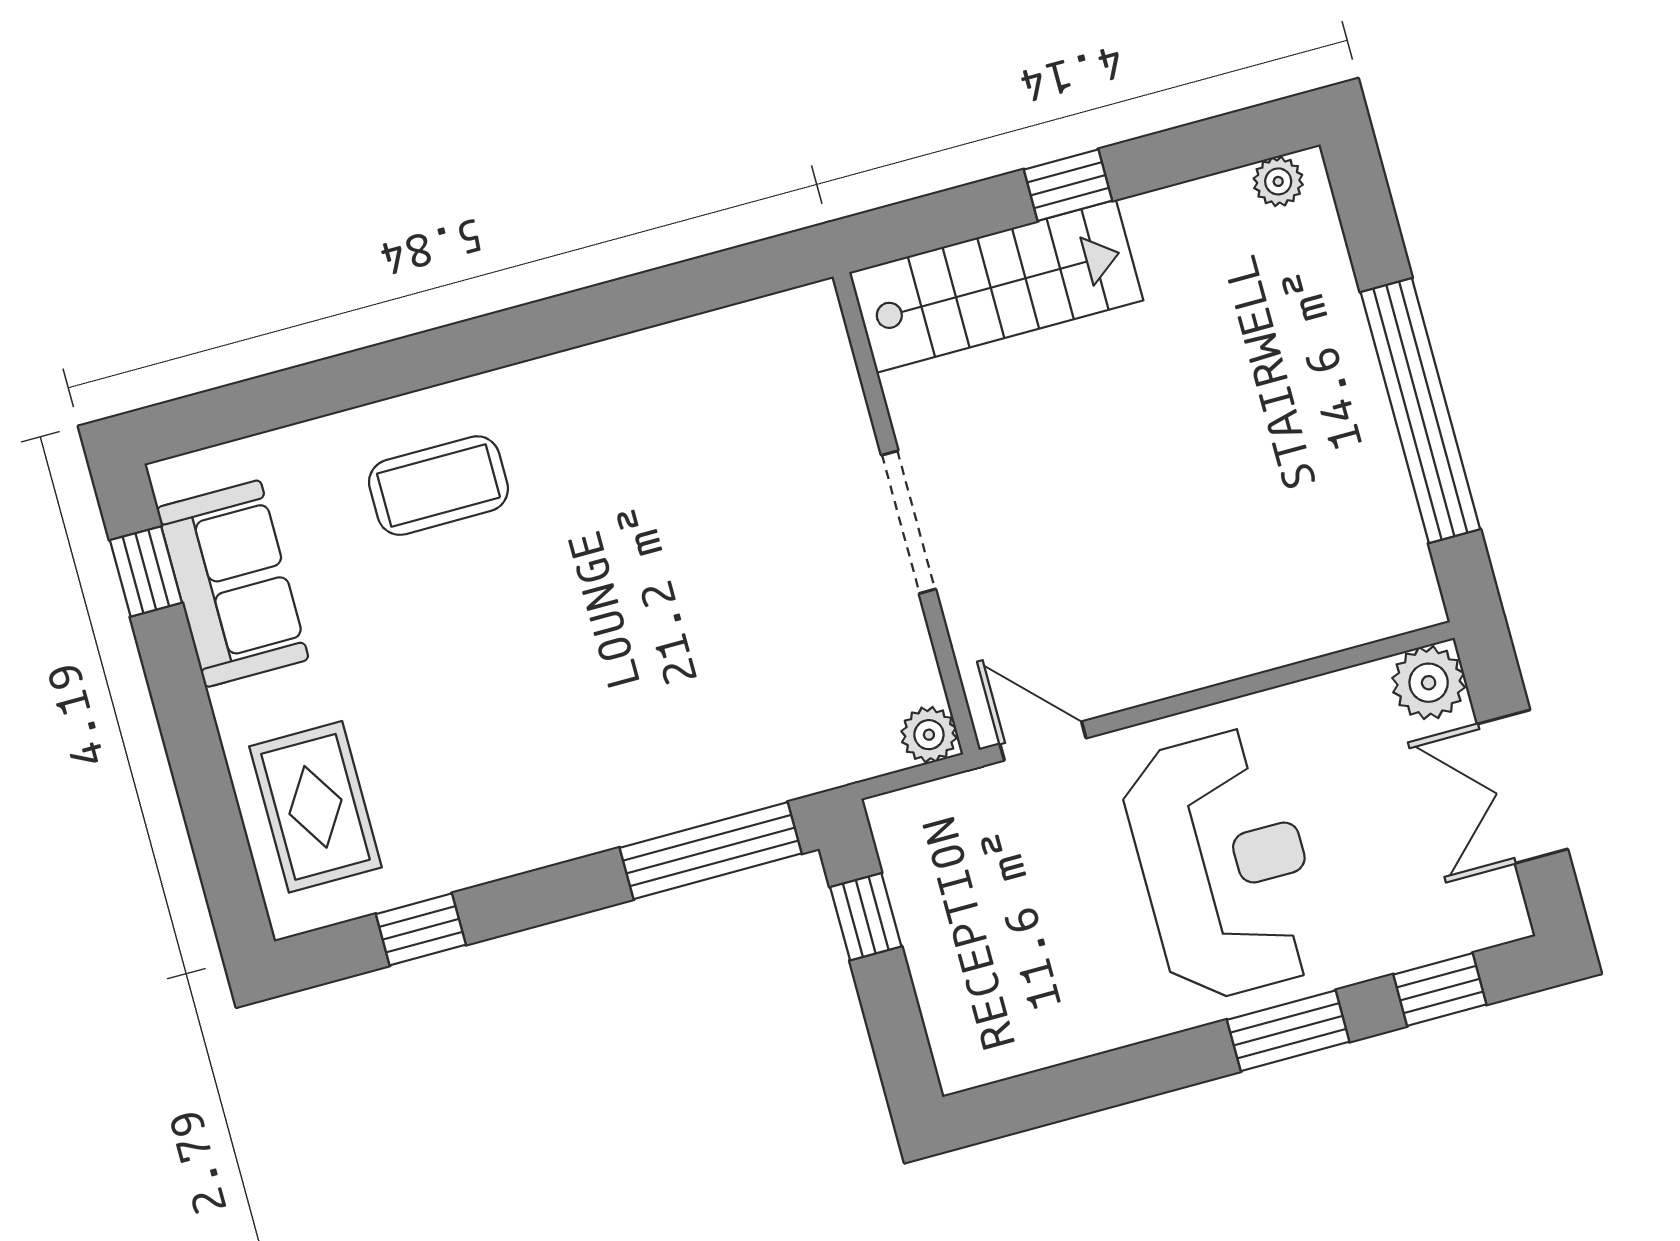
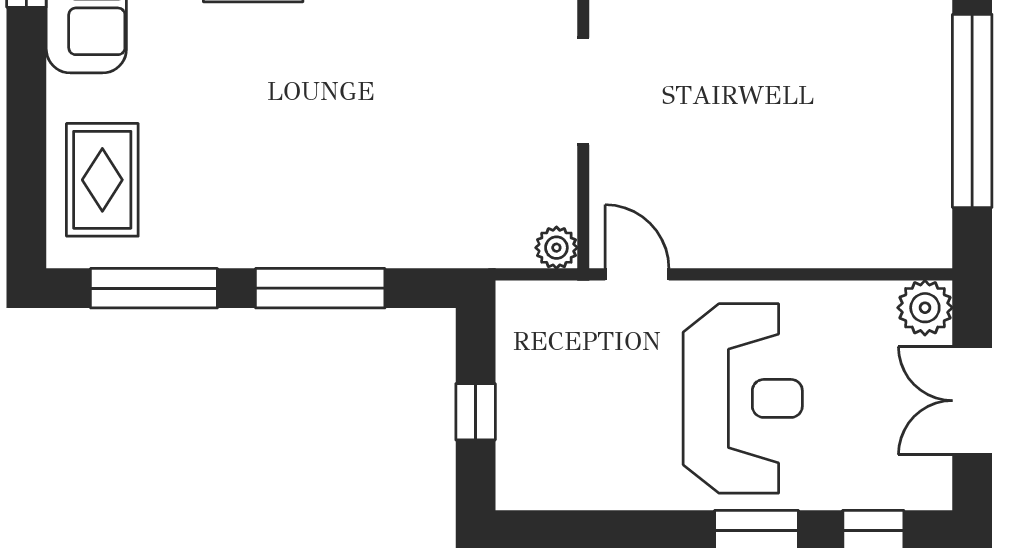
window: (711, 851) -> (320, 288), moved
window: (866, 917) -> (476, 412), moved
window: (421, 929) -> (154, 288), width x2.17

